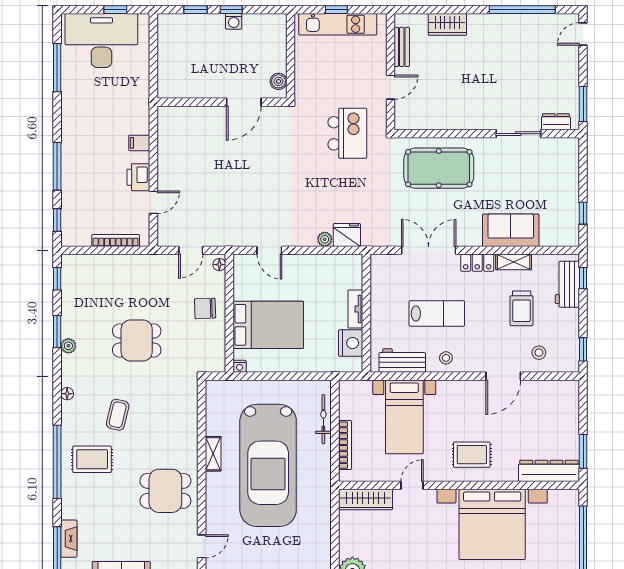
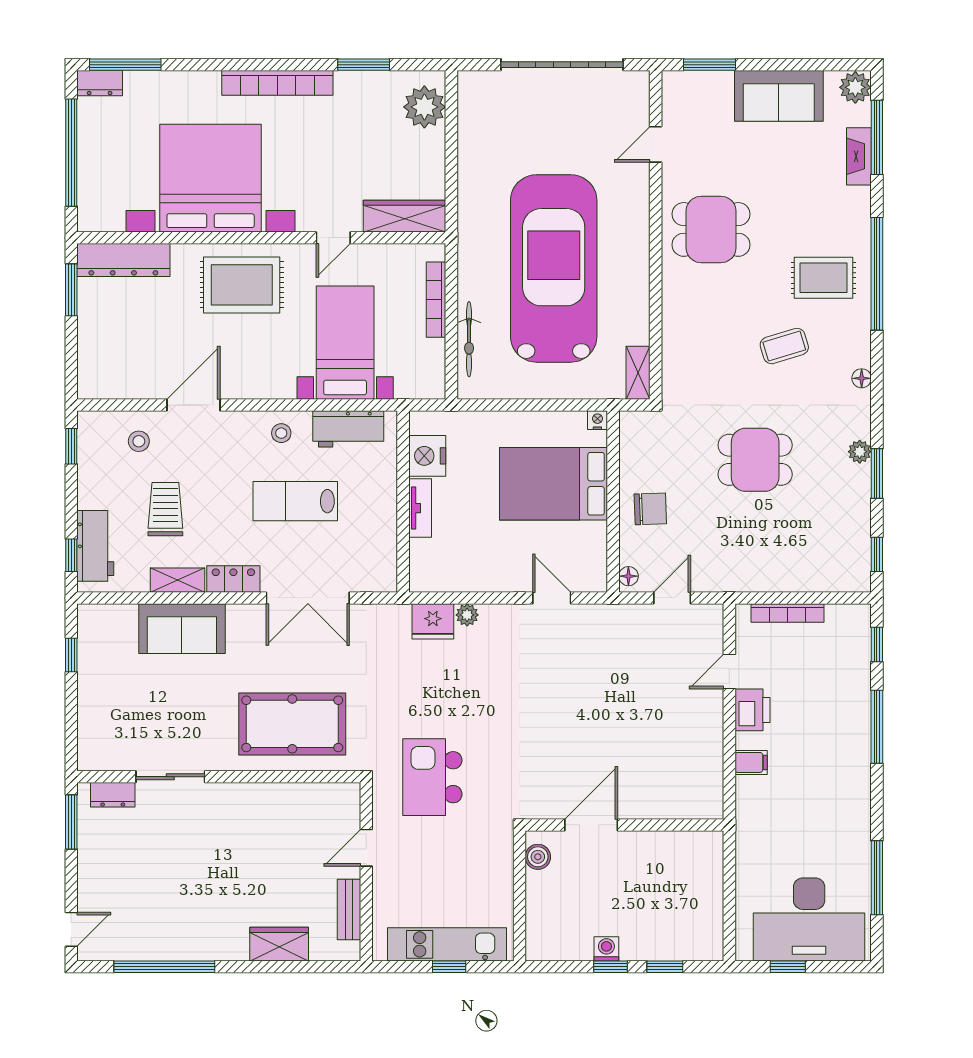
coffee table: (118, 415) -> (784, 346), turned 60
shelving: (213, 454) -> (638, 373), moved
rug: (472, 455) -> (242, 285), width x1.36, depth x1.43

